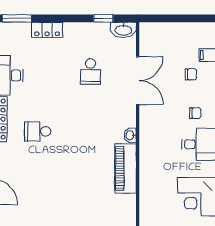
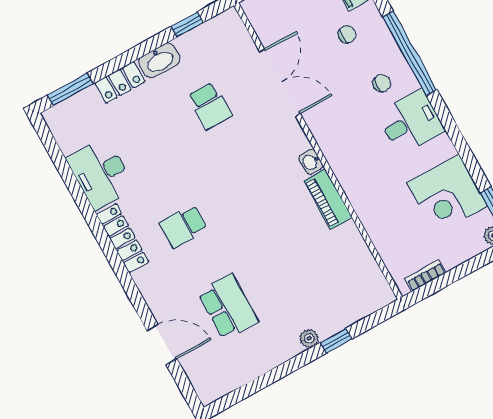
washbasin: (123, 30) -> (159, 60), moved
piano: (125, 168) -> (328, 199), width x0.73, depth x0.75
school desk: (38, 191) -> (228, 307), added

